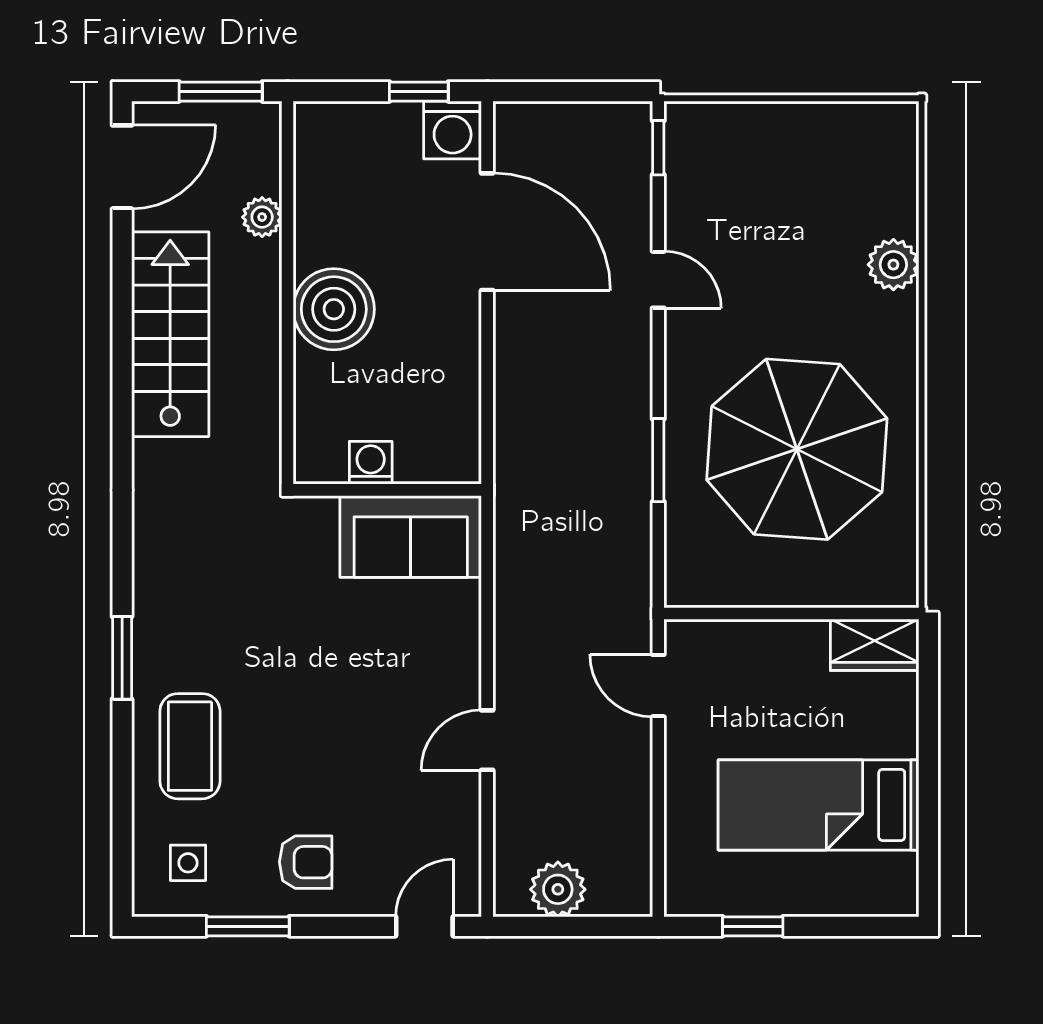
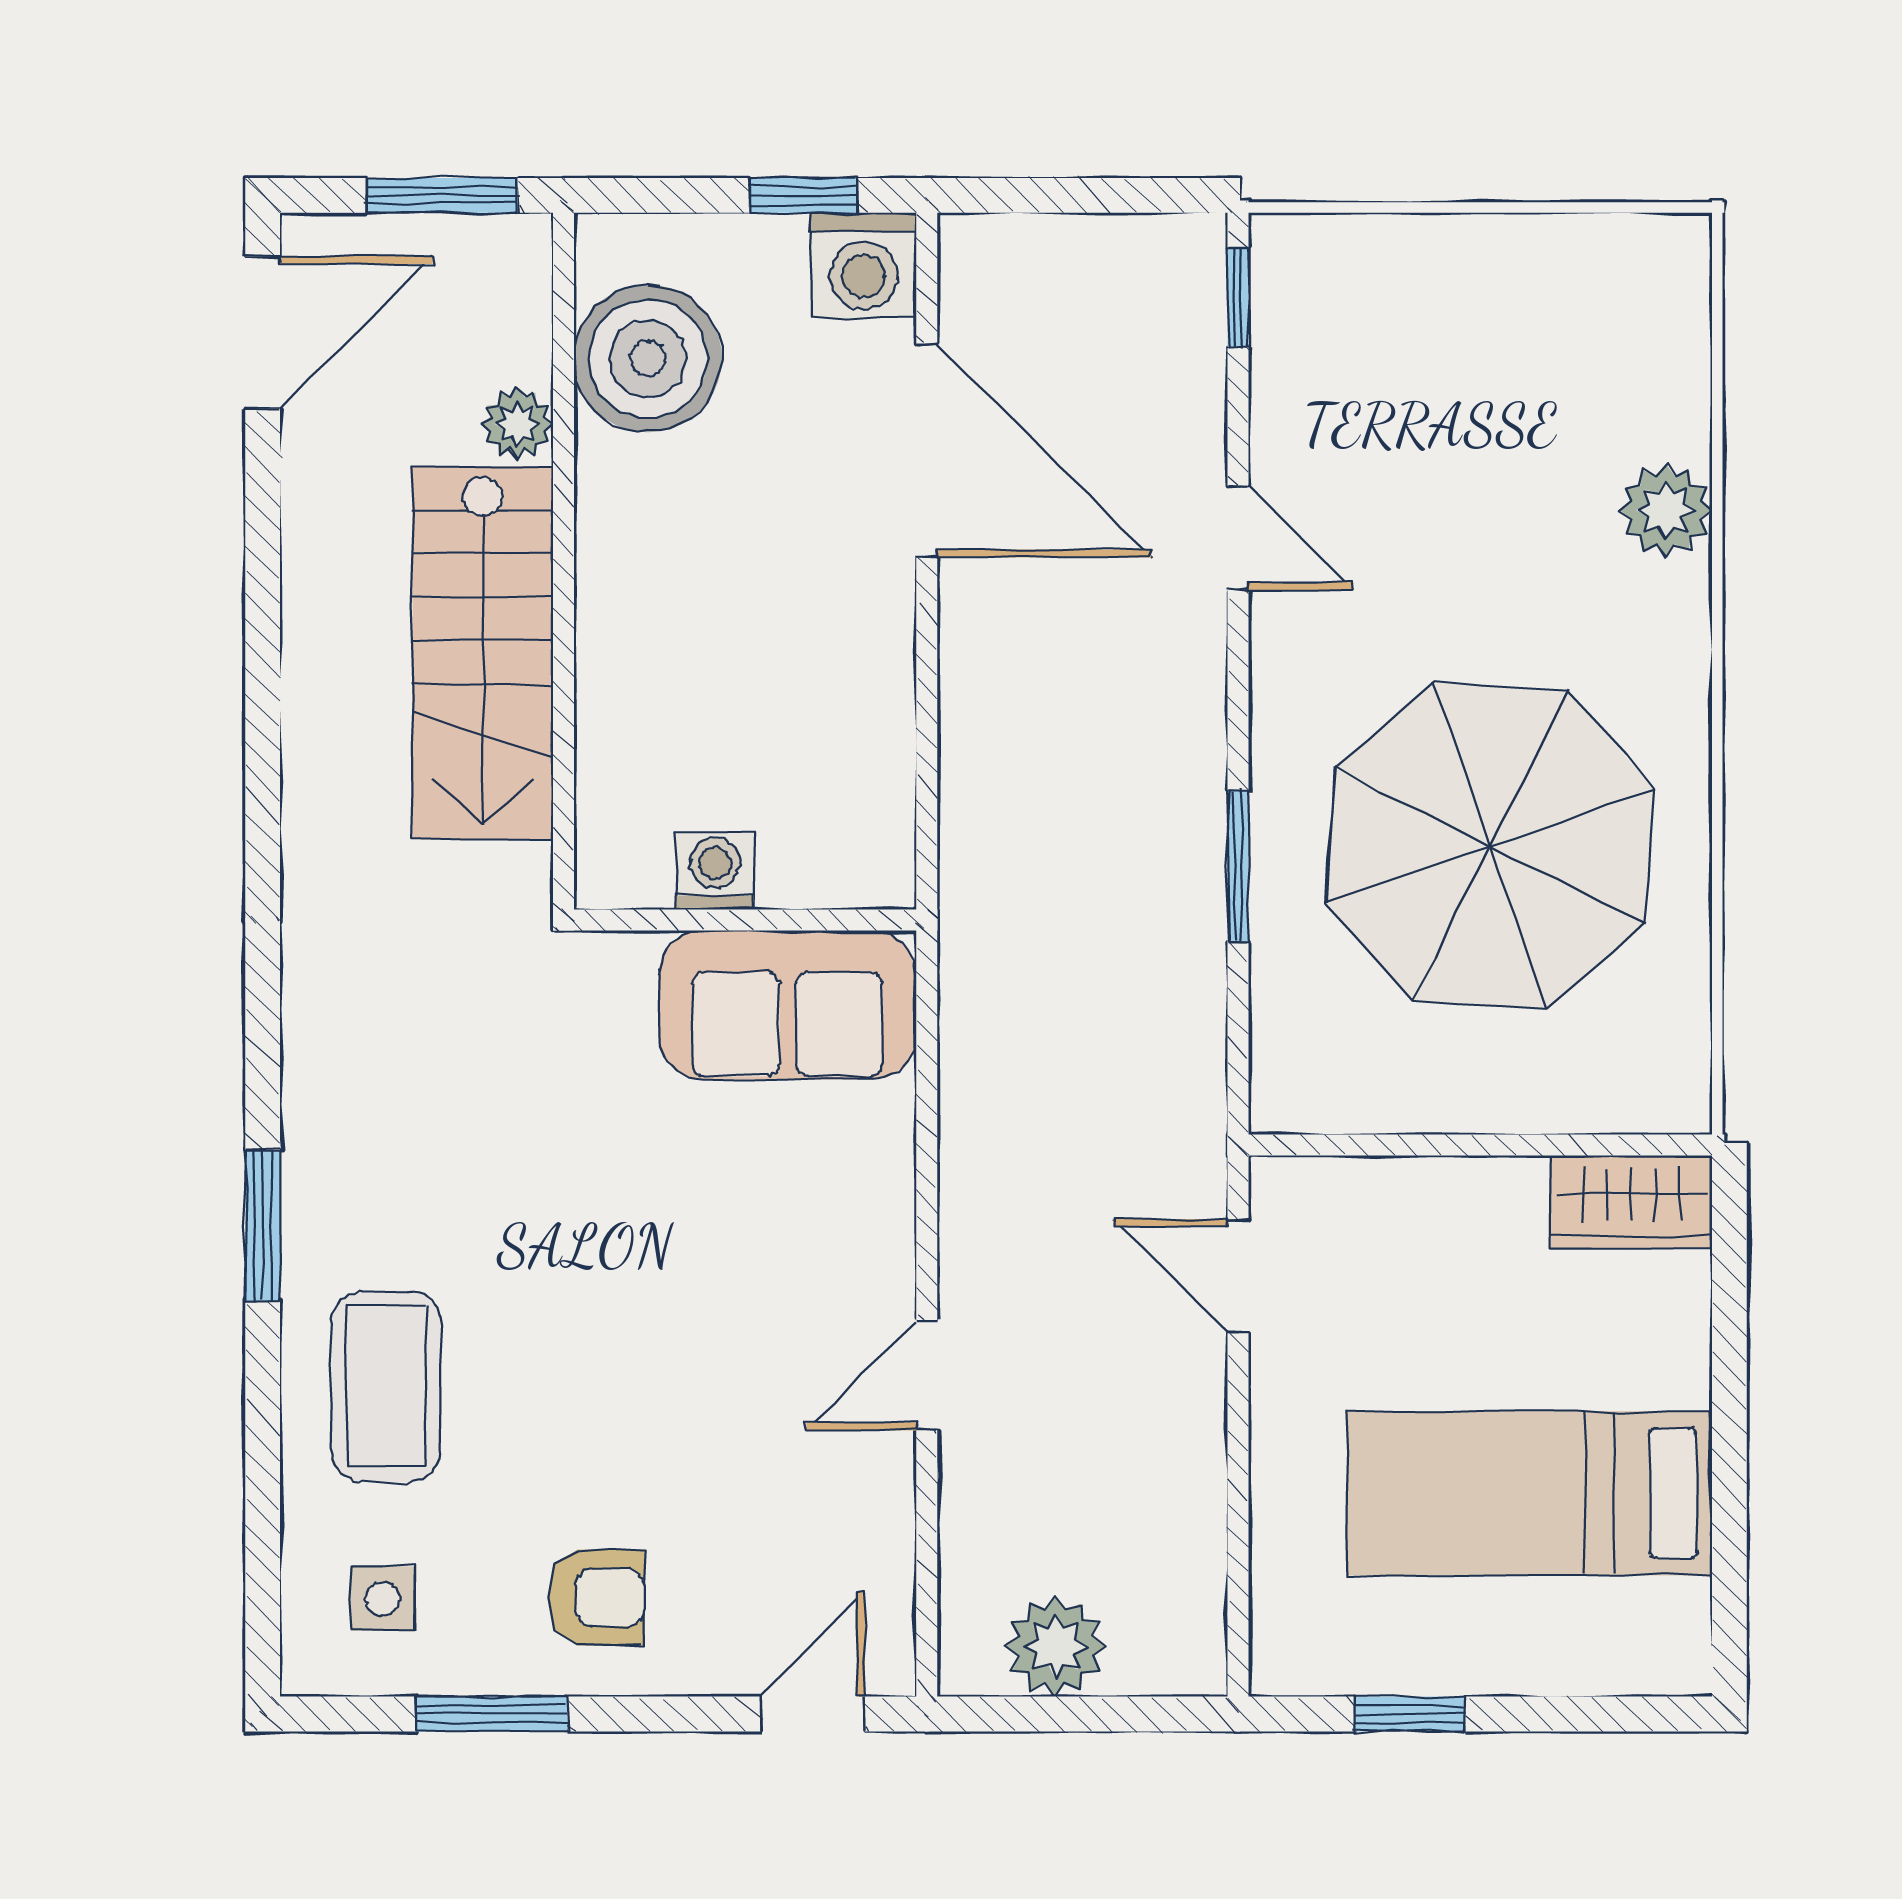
boiler: (334, 309) -> (648, 359), moved
stairs: (170, 334) -> (483, 653), moved, turned 180

